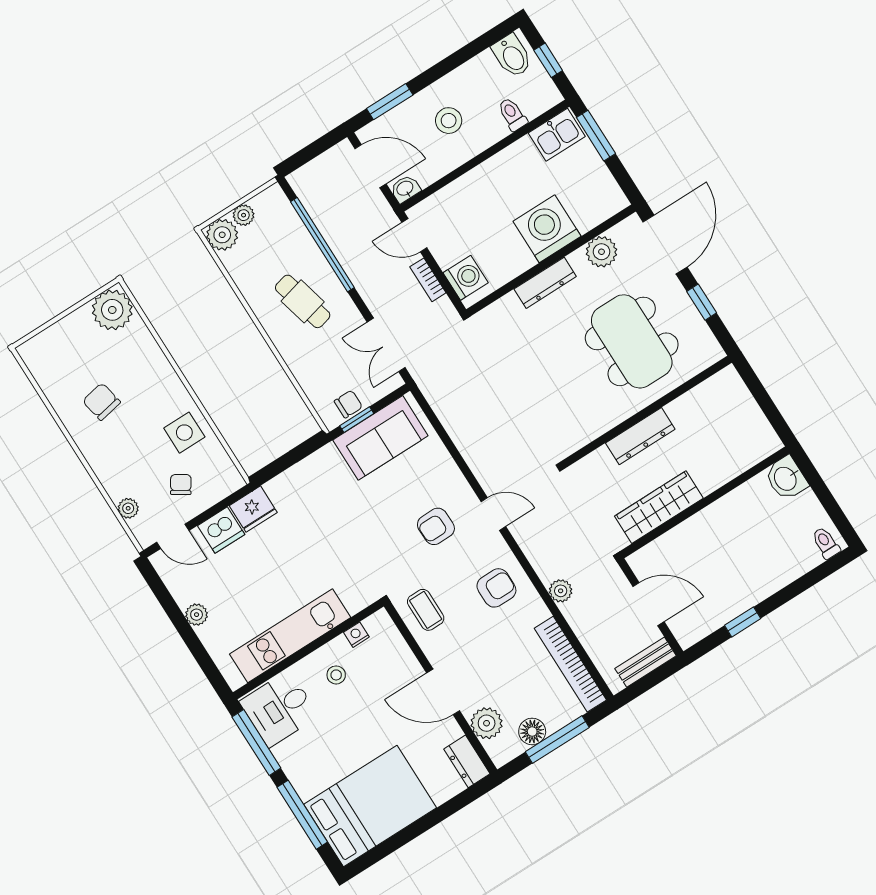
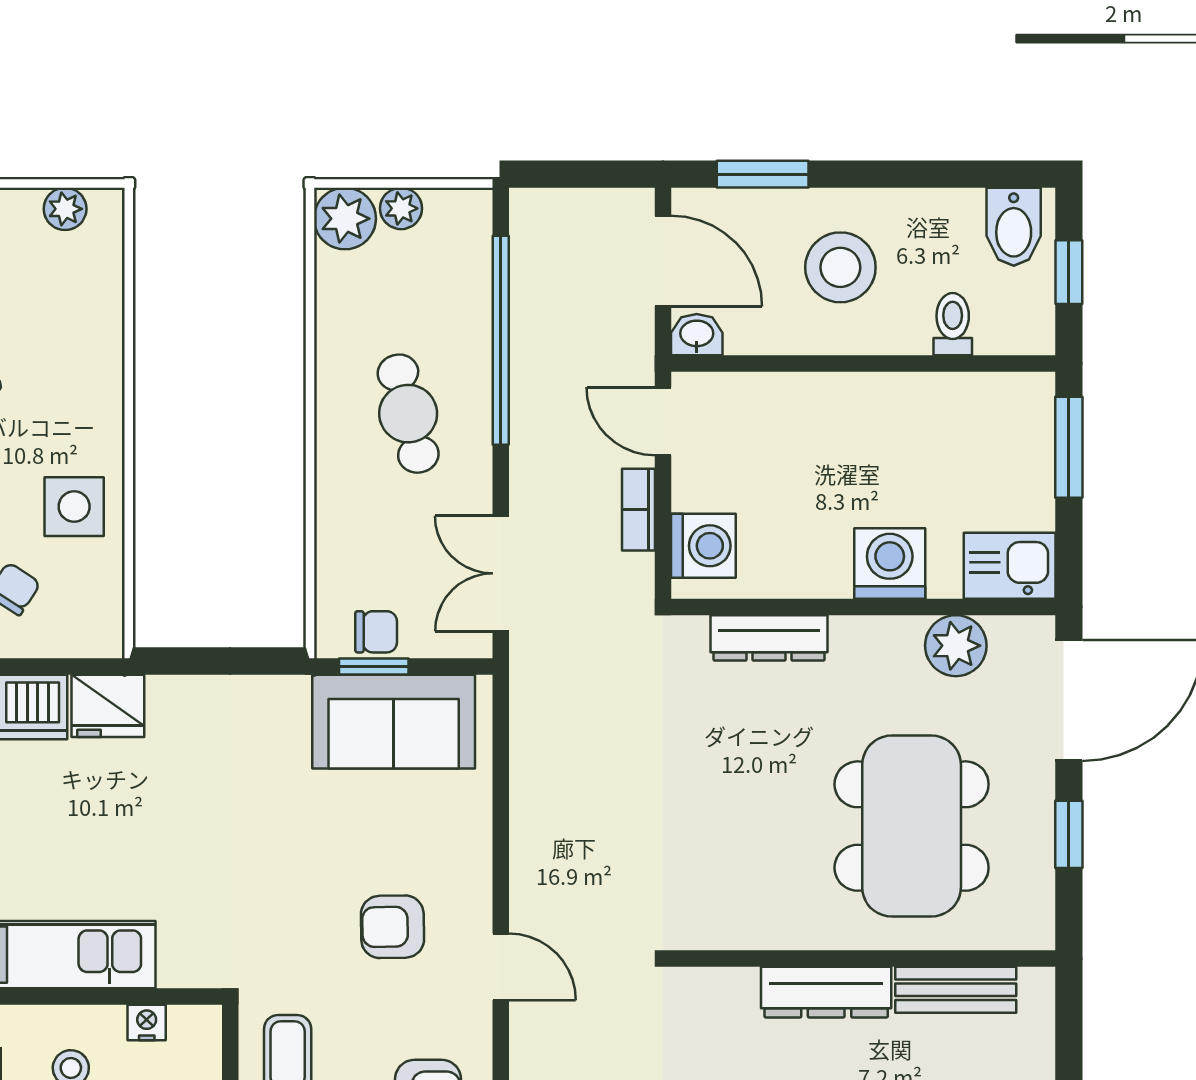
stool: (449, 121) -> (840, 267), width x1.38, depth x1.38
kitchen sink: (557, 135) -> (1010, 566), moved, turned 180
washing machine: (547, 229) -> (890, 563), width x0.73, depth x0.73
dresser: (545, 283) -> (769, 638), moved
plant: (112, 310) -> (65, 209), width x0.53, depth x0.53
bench: (695, 400) -> (956, 990), added

